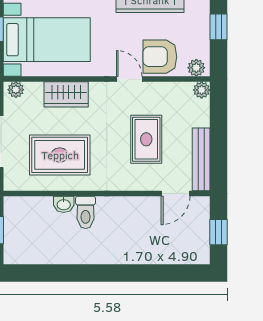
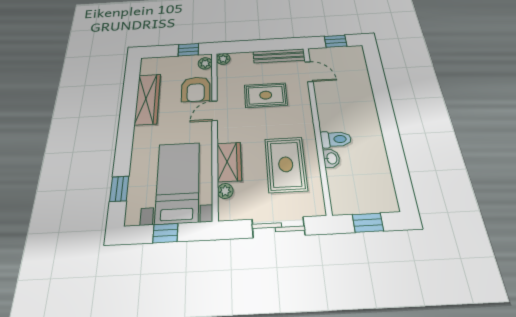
window: (219, 27) -> (188, 50), moved
plant: (16, 90) -> (225, 191), moved

